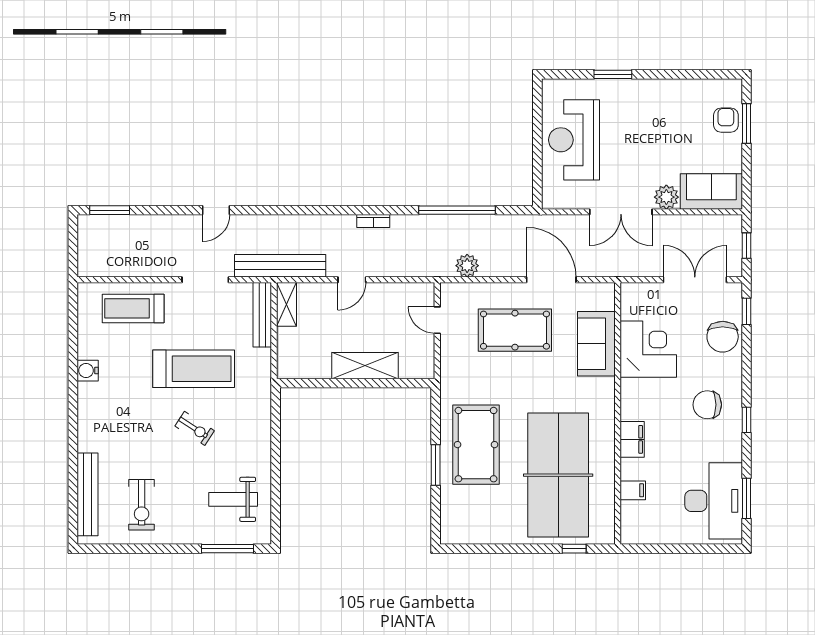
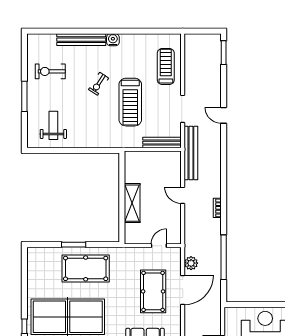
door: (551, 280) -> (183, 290), moved
shelving: (286, 304) -> (168, 157), removed
water cooler: (88, 371) -> (113, 40), moved
exercise bike: (195, 428) -> (99, 84), moved
bench: (87, 494) -> (81, 40), moved
window: (227, 549) -> (24, 96), moved

